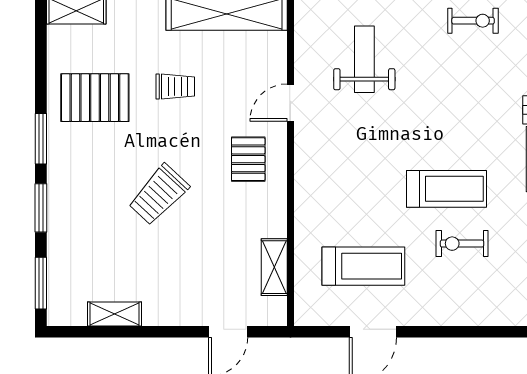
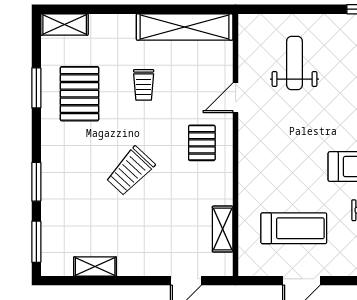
trolley: (175, 87) -> (144, 85), turned 90
pallet: (95, 98) -> (79, 94), turned 90
window: (41, 139) -> (36, 88), moved

